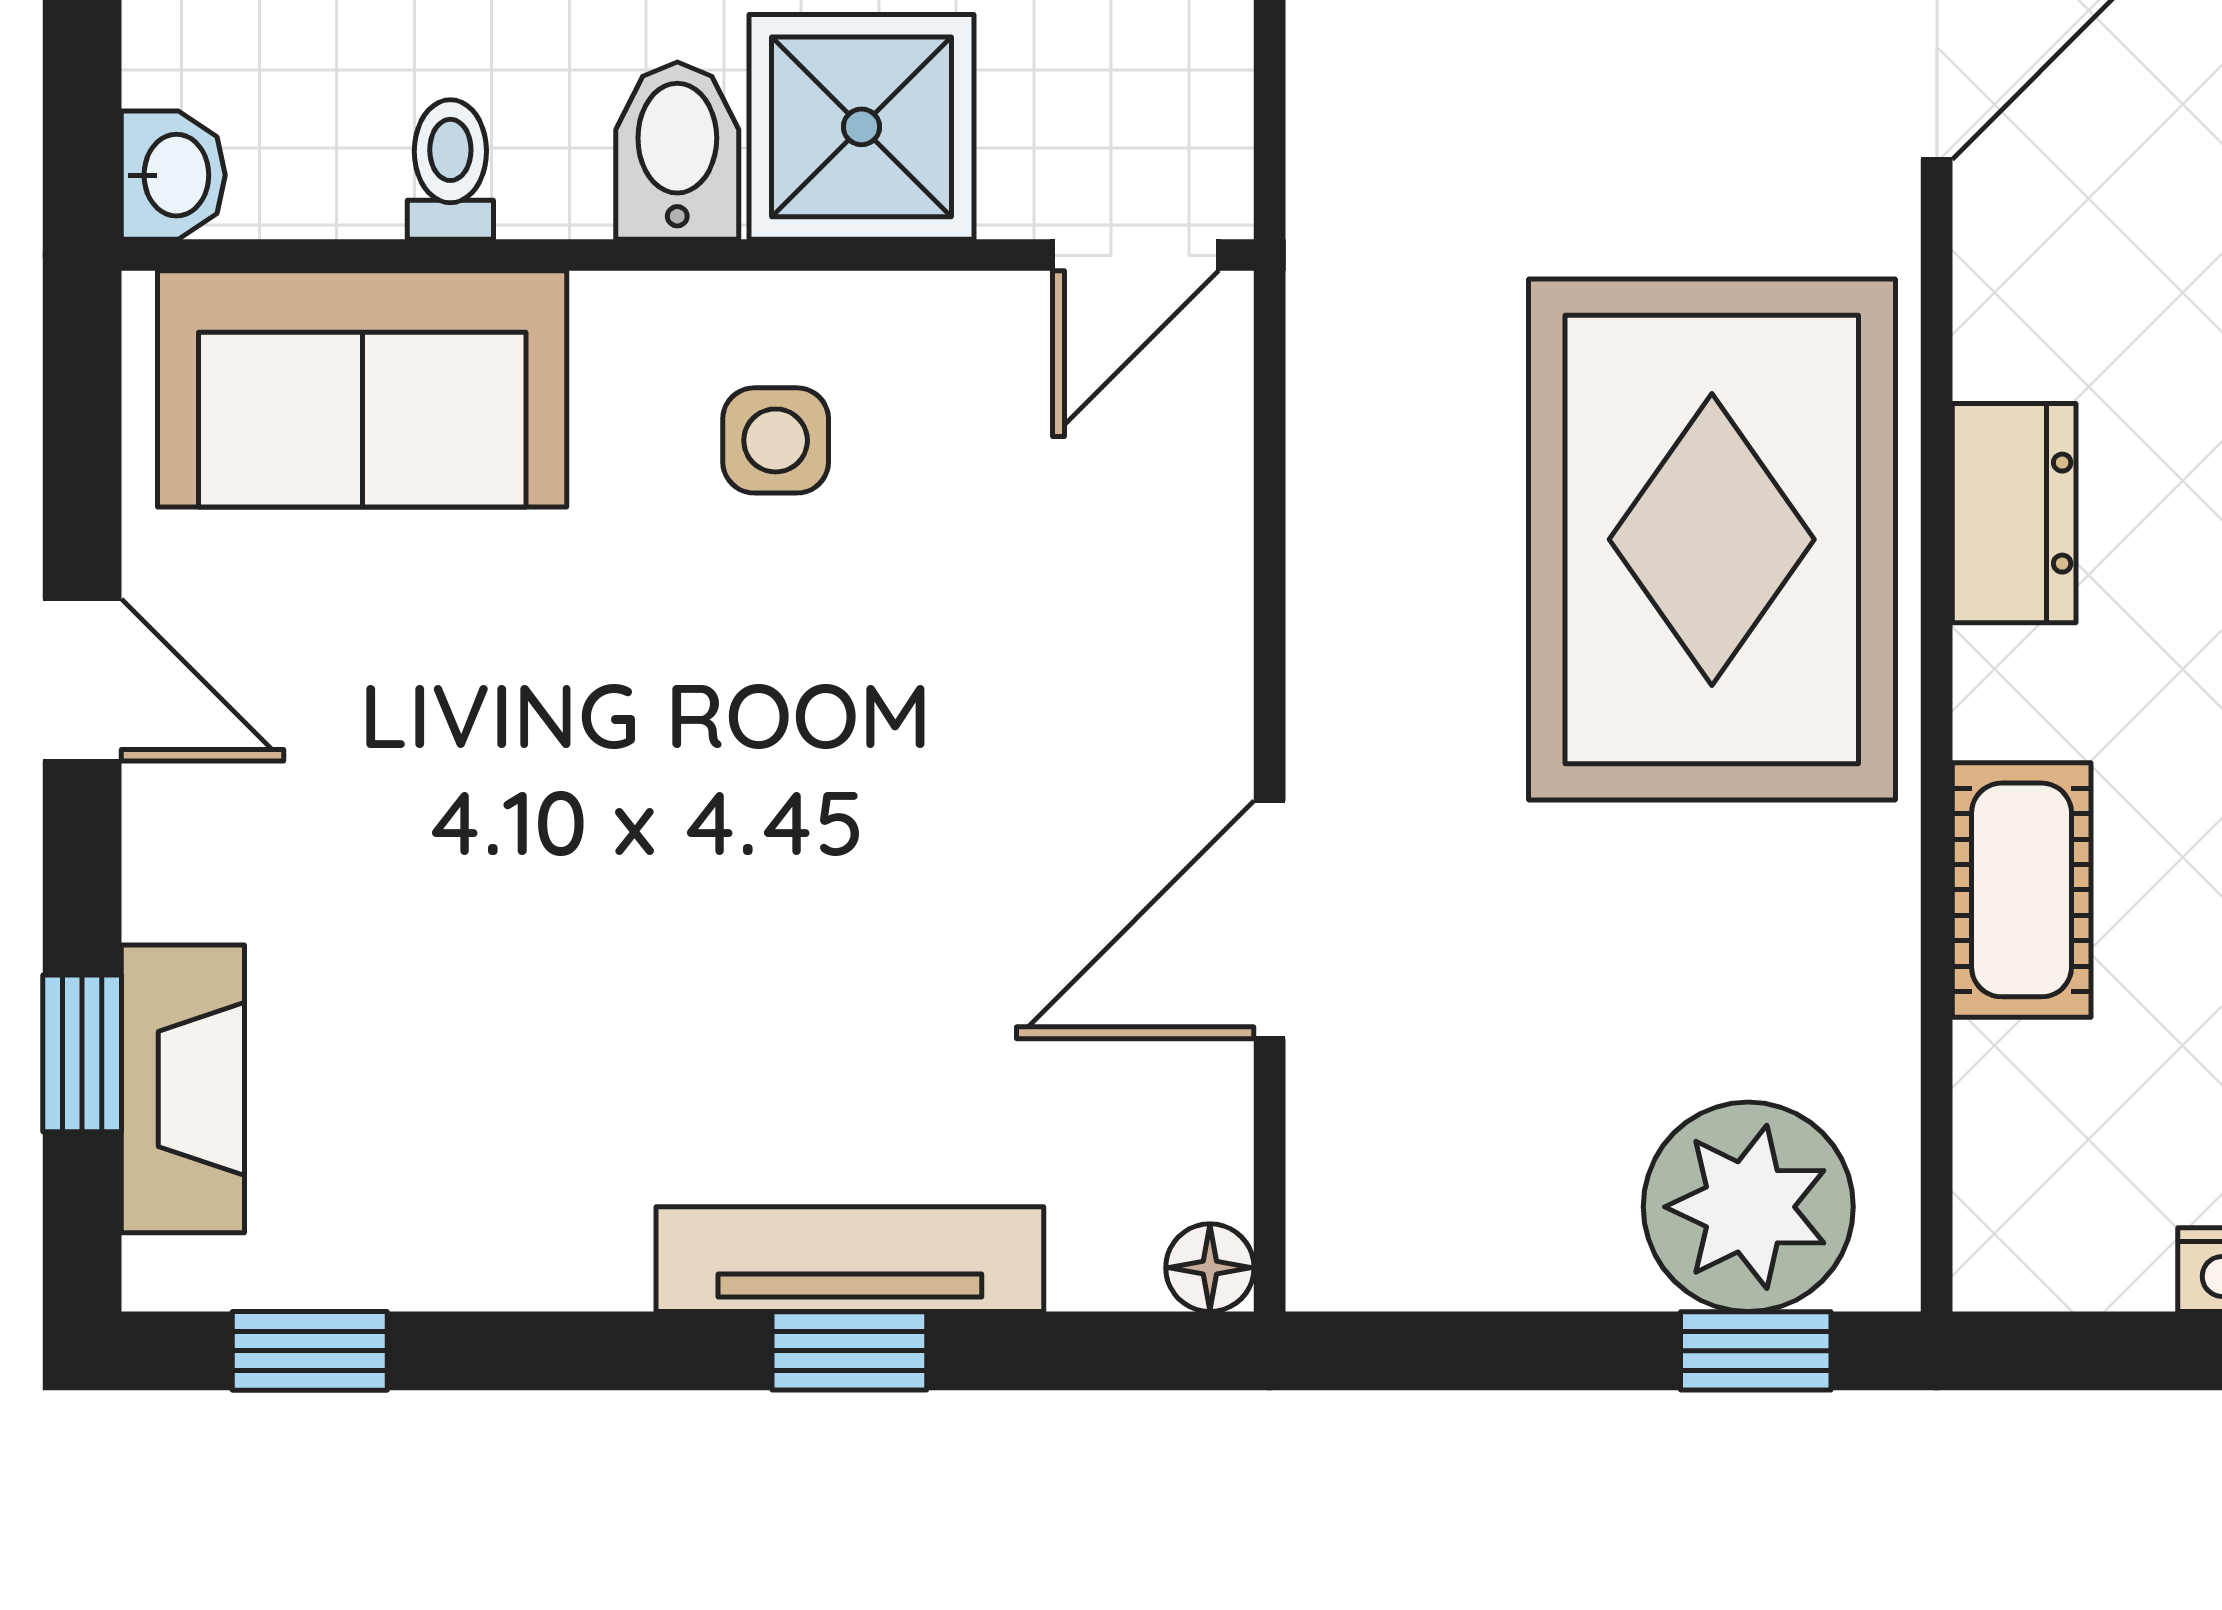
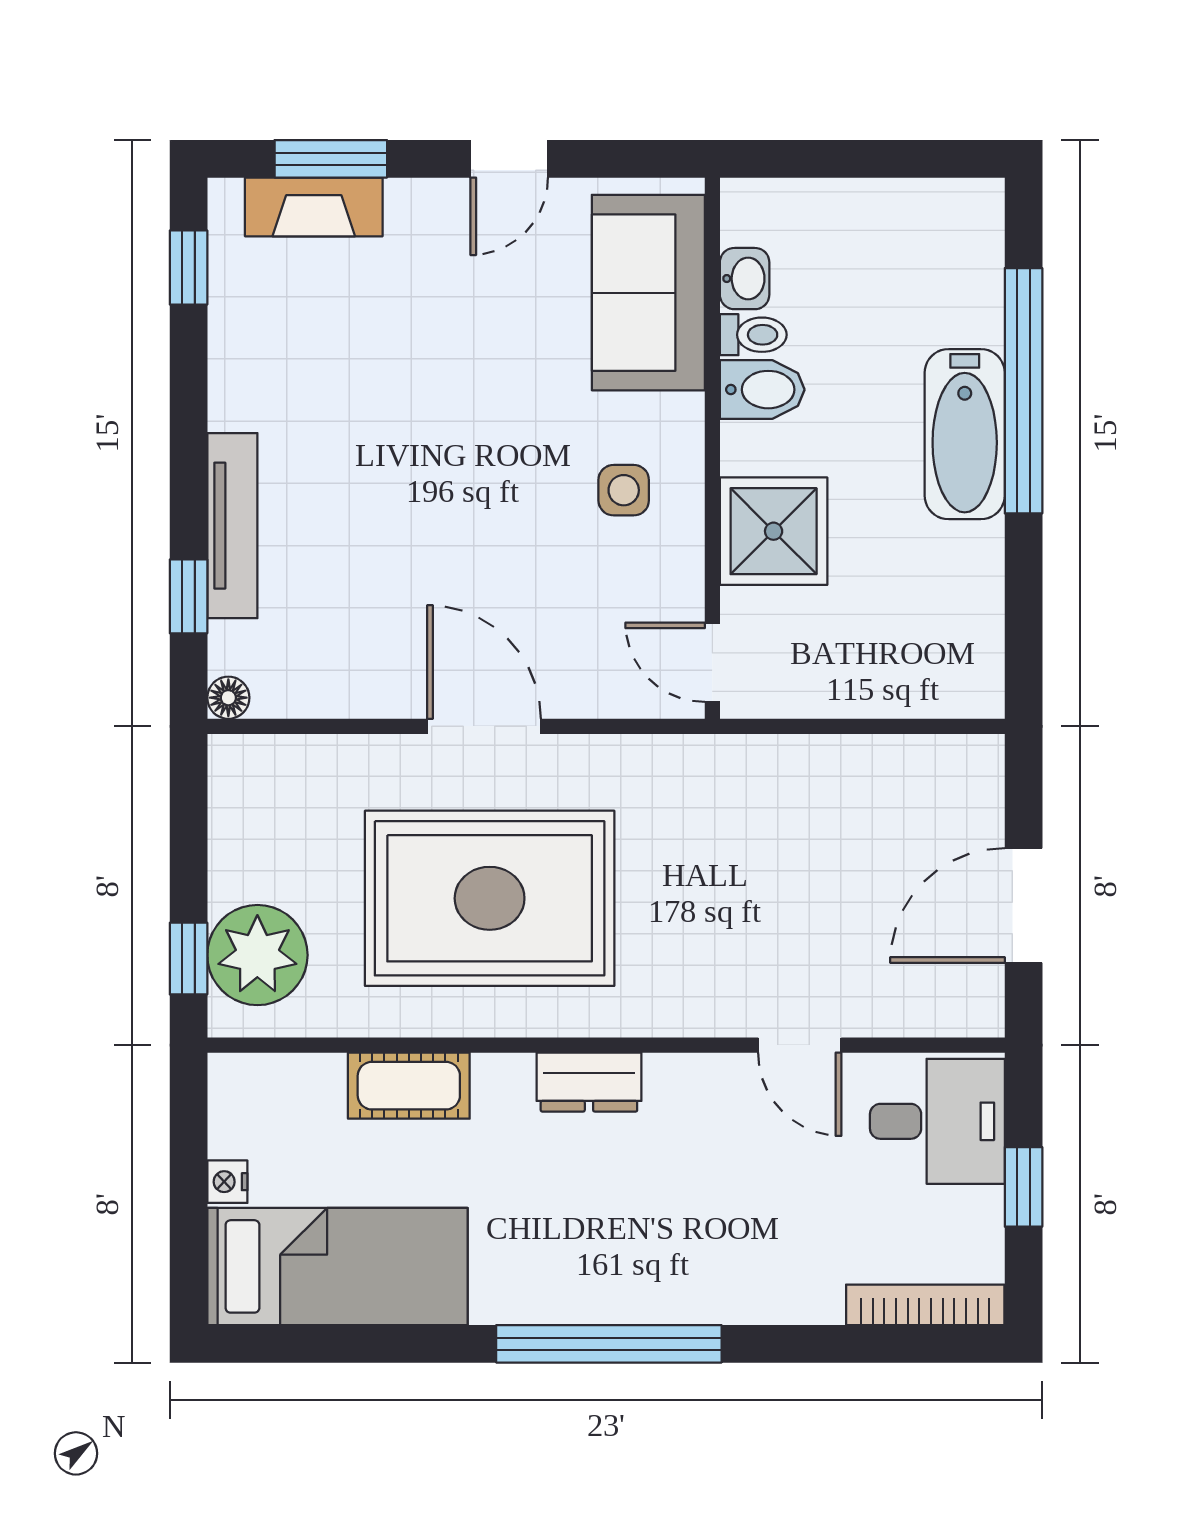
bidet: (677, 151) -> (762, 390), moved
washbasin: (173, 175) -> (745, 279), moved, turned -90
rug: (1712, 539) -> (490, 898), moved
door: (1270, 920) -> (484, 726), moved
window: (82, 1053) -> (331, 159), width x1.50
window: (849, 1351) -> (189, 596), moved

